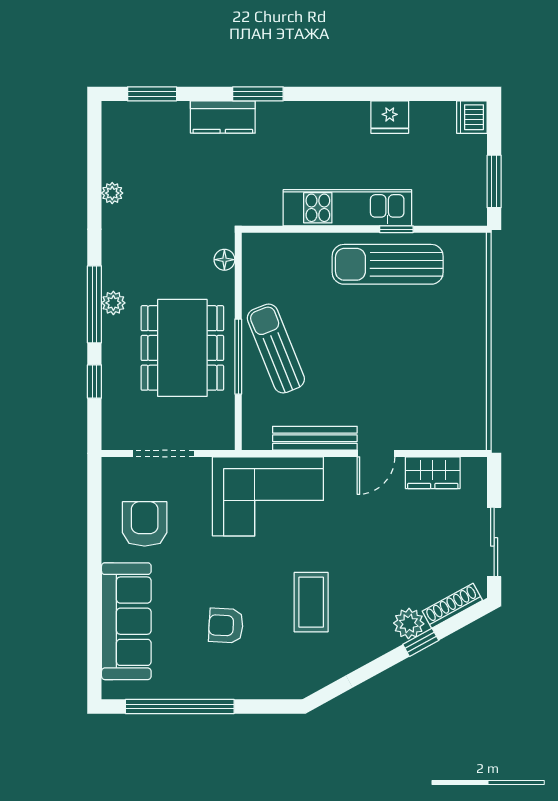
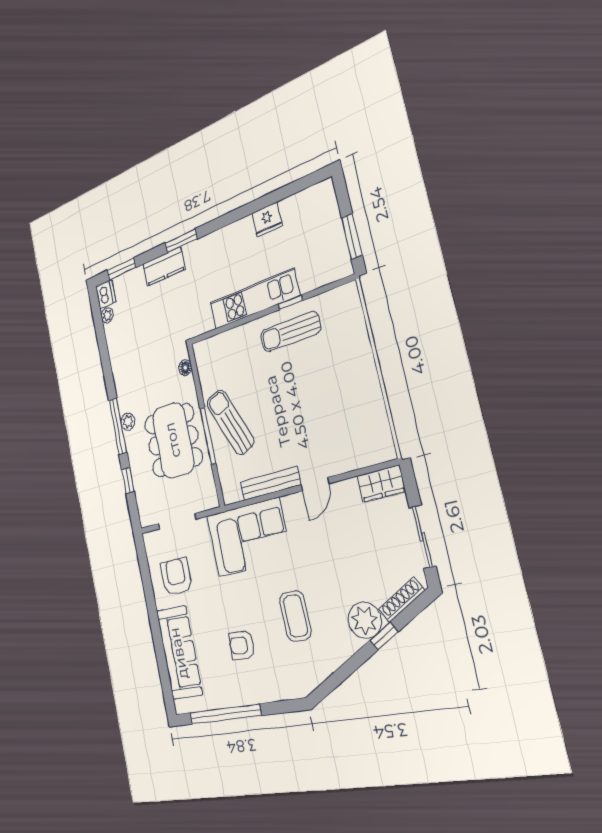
dishwasher: (472, 117) -> (106, 295), moved, turned 180
plant: (112, 193) -> (107, 315), moved
sun lounger: (388, 264) -> (290, 332), width x0.73, depth x0.75
wardrobe: (433, 473) -> (381, 484), moved
plant: (409, 623) -> (365, 620), width x1.36, depth x1.36

